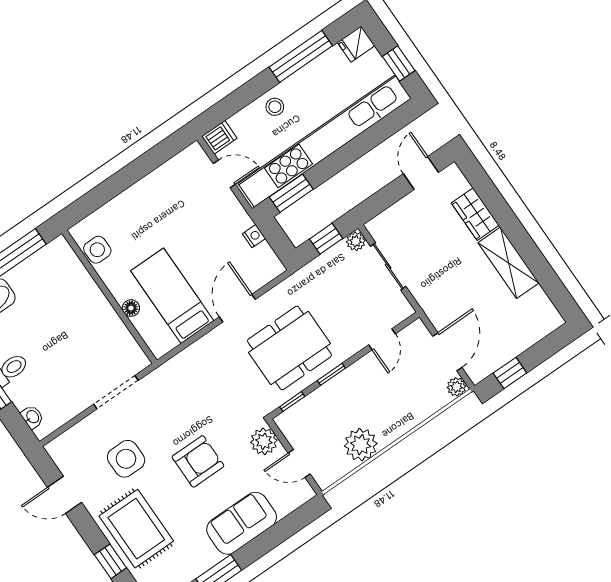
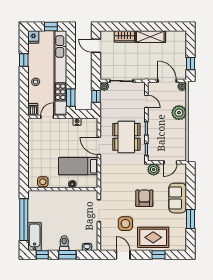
window: (301, 56) -> (24, 60), width x0.46
plant: (361, 445) -> (179, 113), moved
door: (64, 495) -> (123, 255), swing flipped

